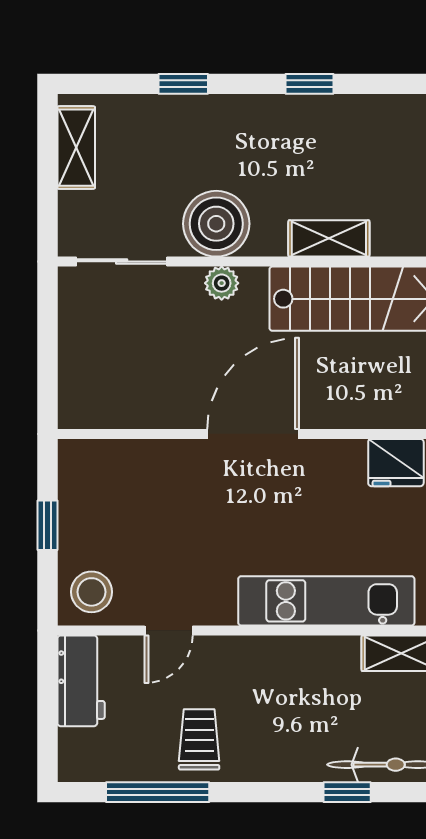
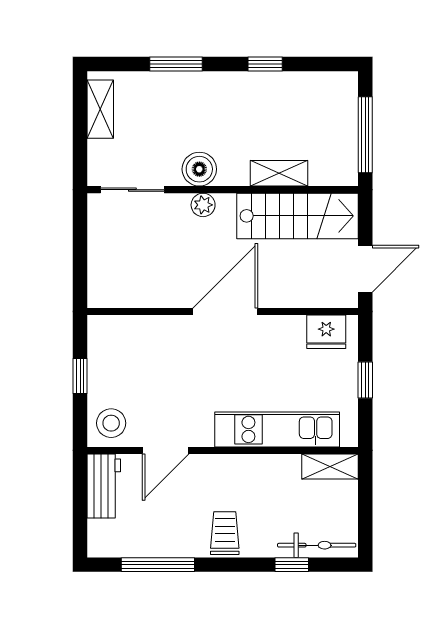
window: (183, 84) -> (176, 64), width x1.50
boiler: (216, 224) -> (199, 169), width x0.73, depth x0.73
door: (169, 630) -> (166, 450), width x1.38
trolley: (199, 739) -> (225, 533), moved

